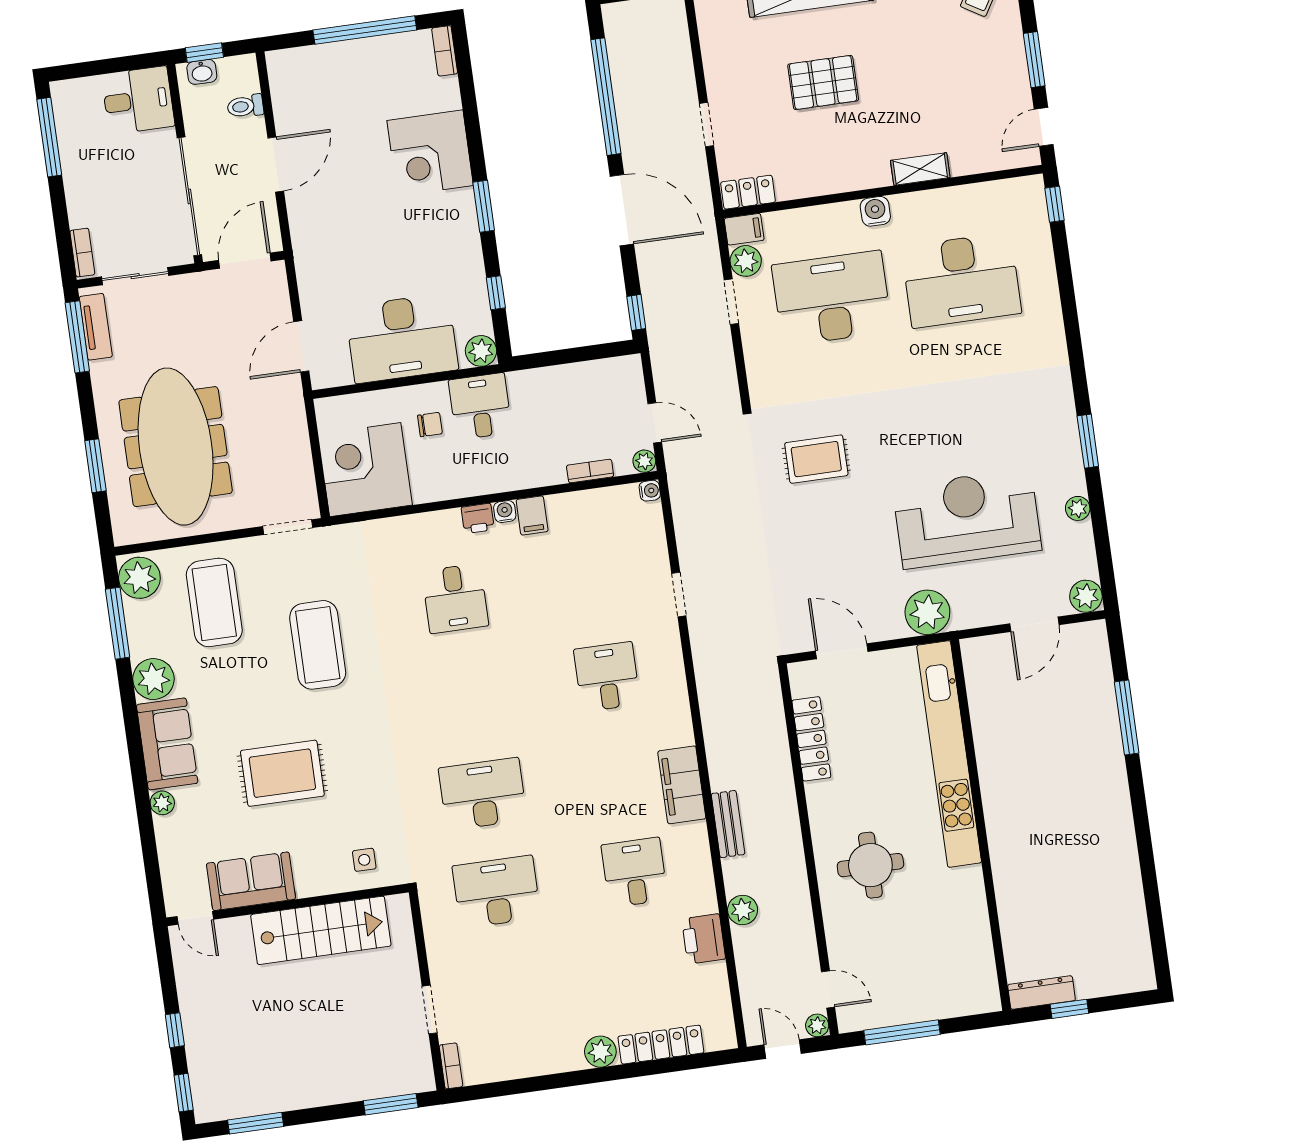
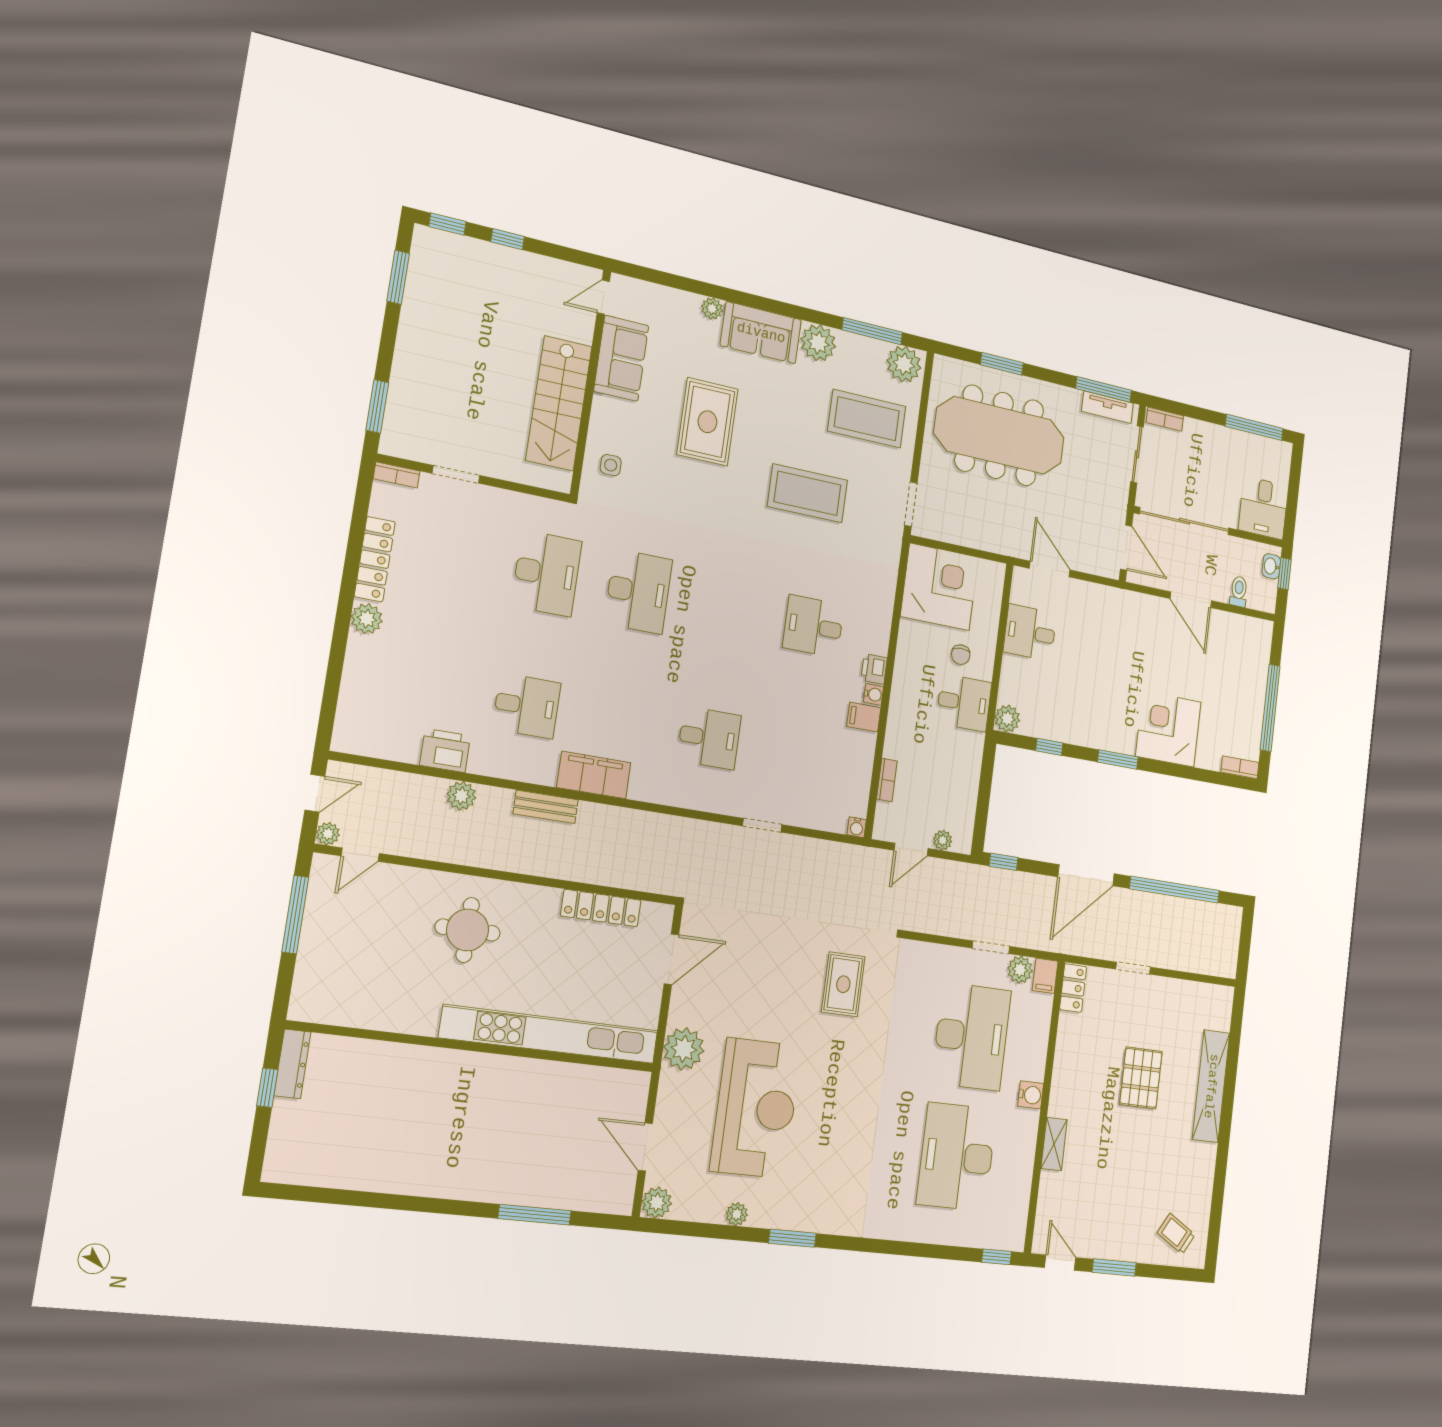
desk: (402, 338) -> (1030, 632), width x0.53, depth x0.77
plant: (644, 461) -> (943, 840), moved
locker: (661, 1045) -> (375, 559), moved

